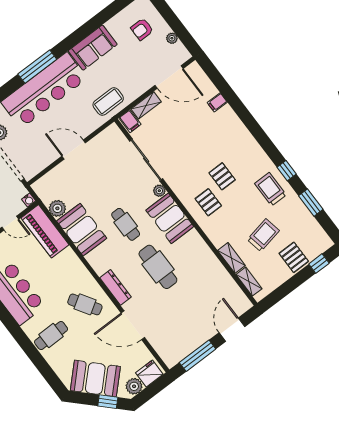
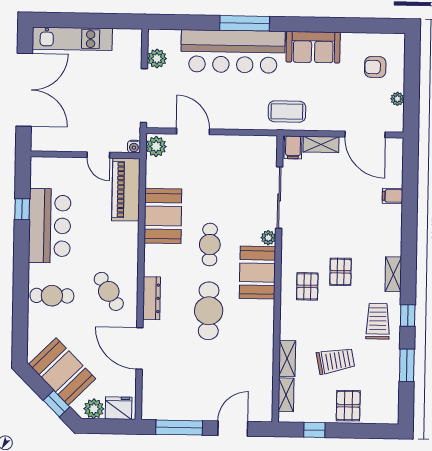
door: (74, 149) -> (193, 131), moved
shelving: (257, 152) -> (393, 274), added
plant: (57, 208) -> (156, 146), moved
window: (319, 264) -> (314, 430), moved

